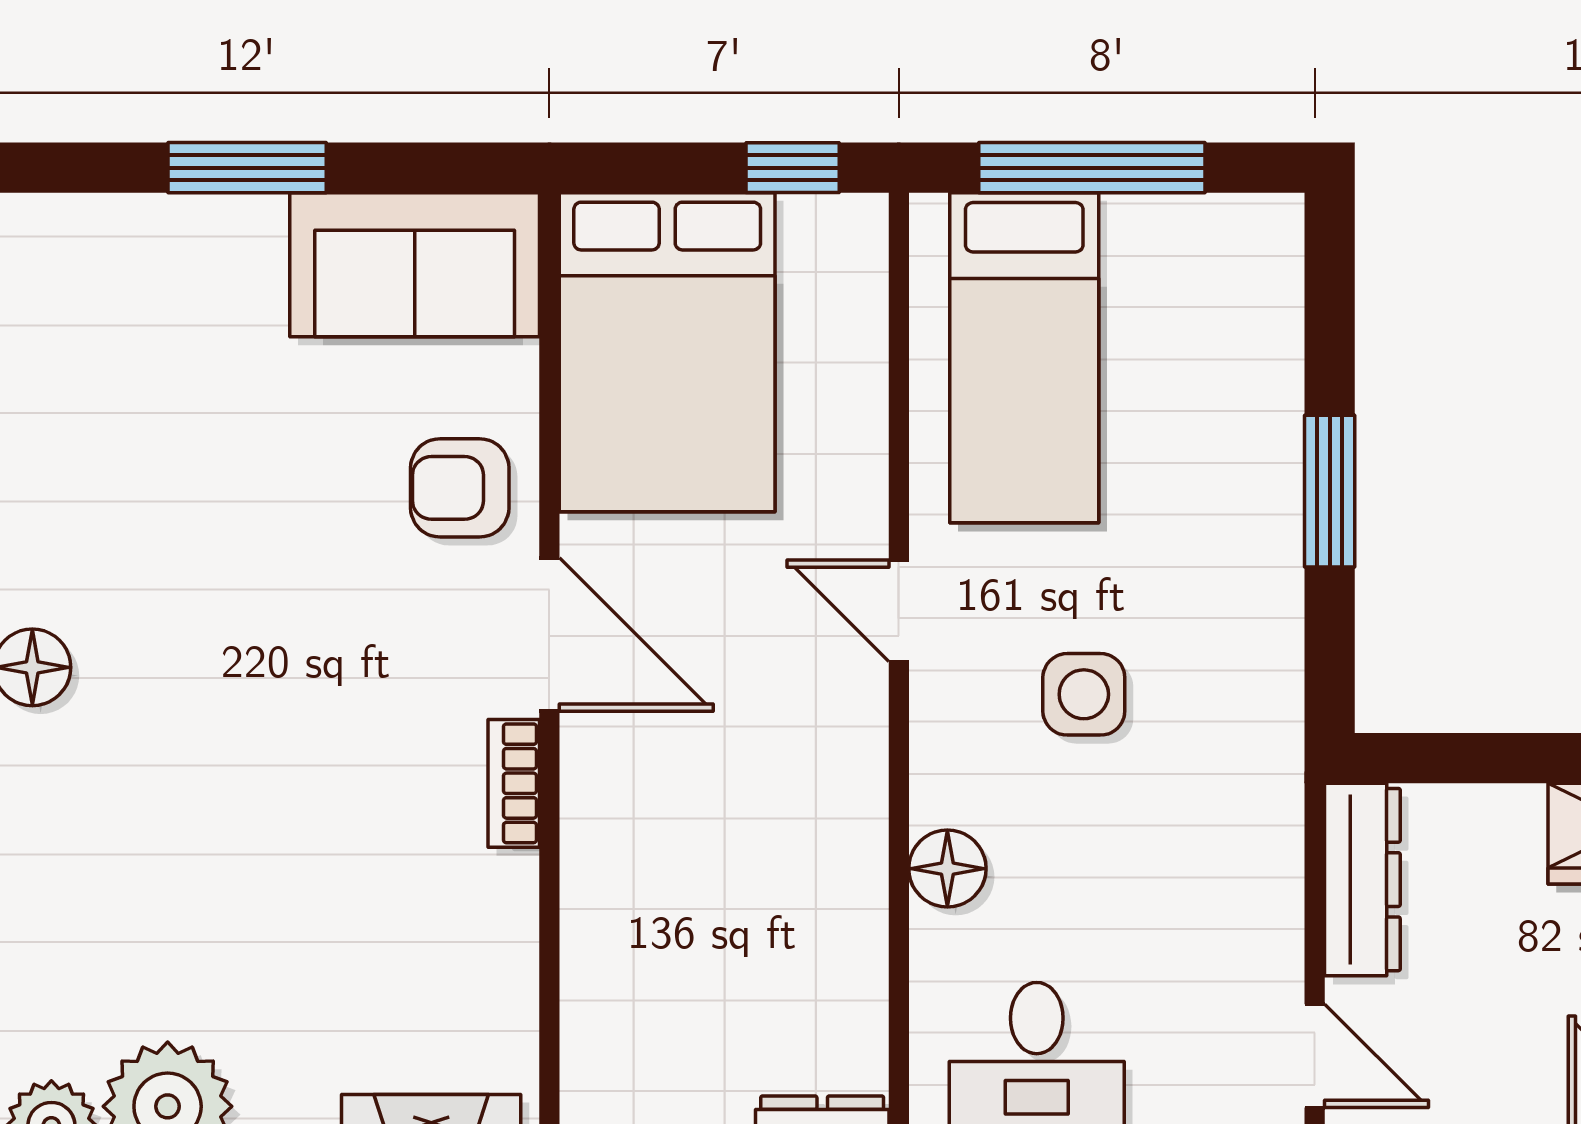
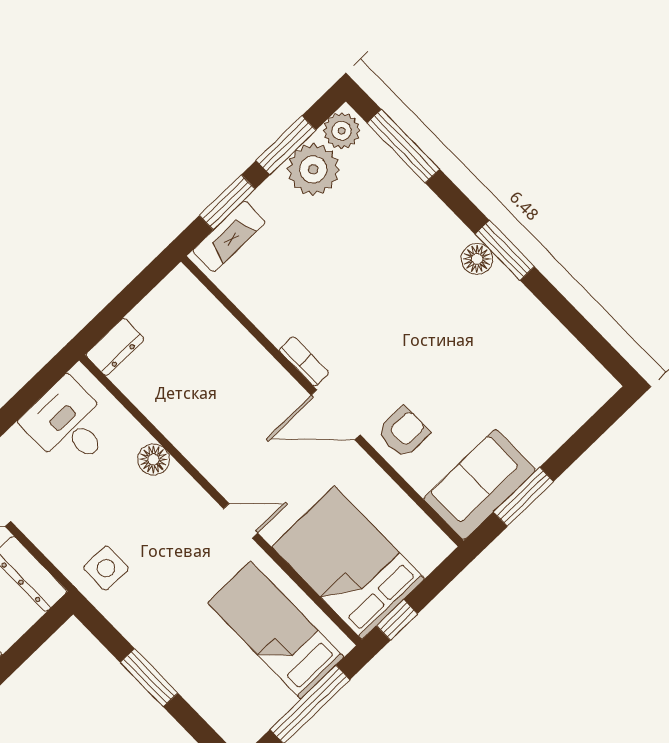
window: (247, 168) -> (524, 497), moved
bed: (667, 352) -> (348, 563), moved
side table: (1084, 694) -> (106, 568), moved

